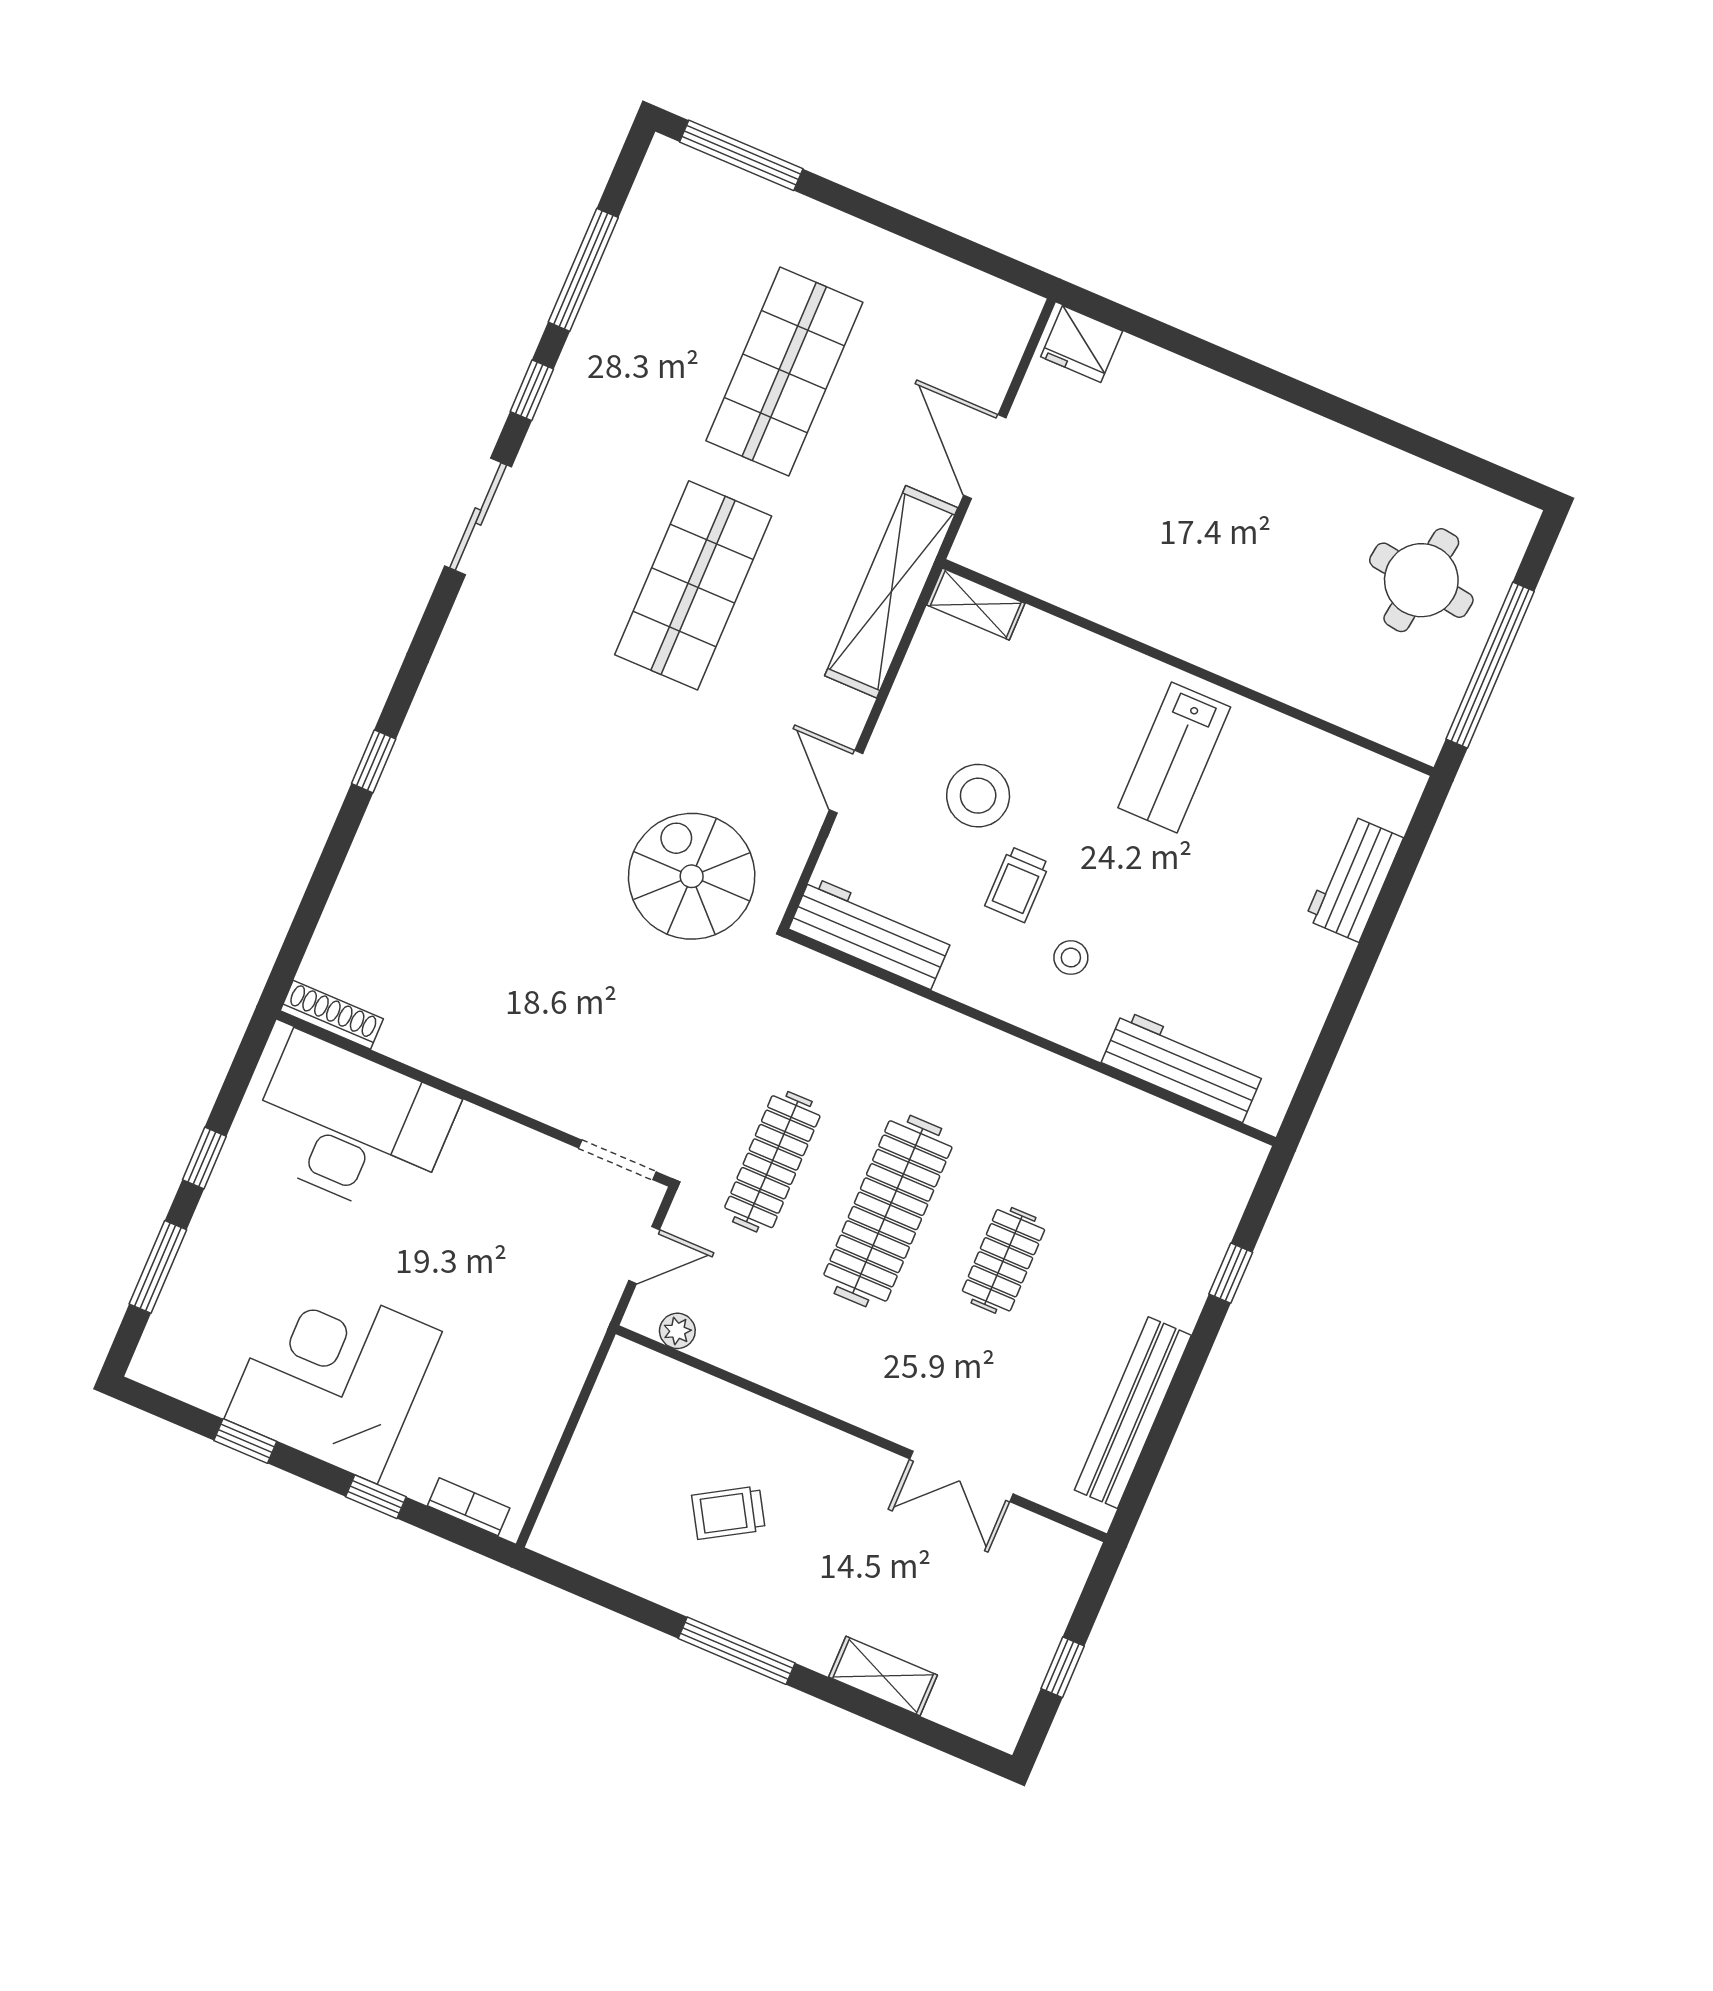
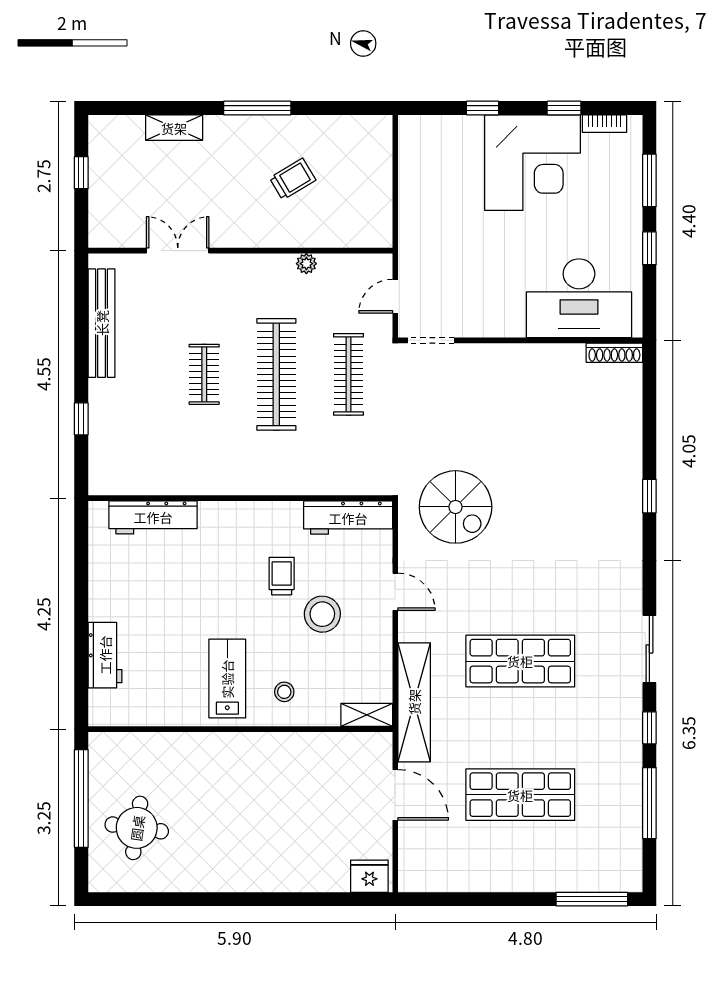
shop shelf: (784, 371) -> (520, 795), turned 90
shop shelf: (693, 585) -> (520, 661), turned 90
stool: (1071, 958) -> (284, 692), moved
plant: (677, 1331) -> (306, 264), moved
bookcase: (469, 1507) -> (605, 124), moved

